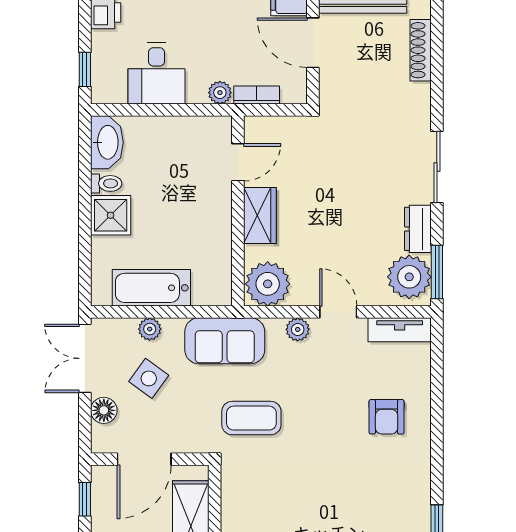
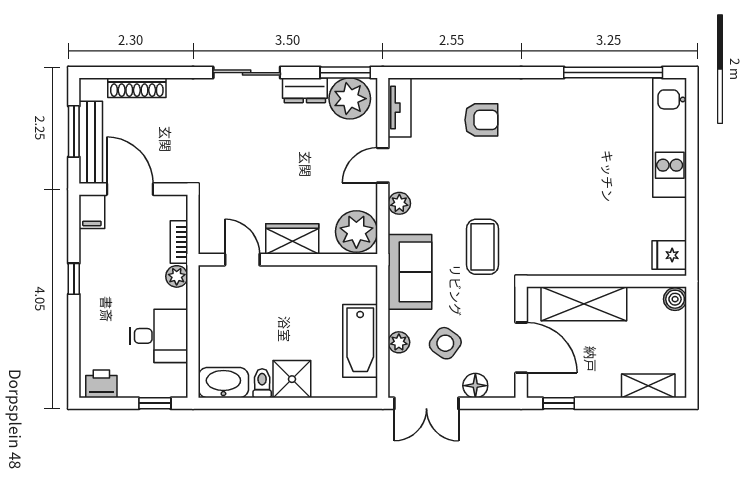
door: (313, 43) -> (130, 189), swing flipped

